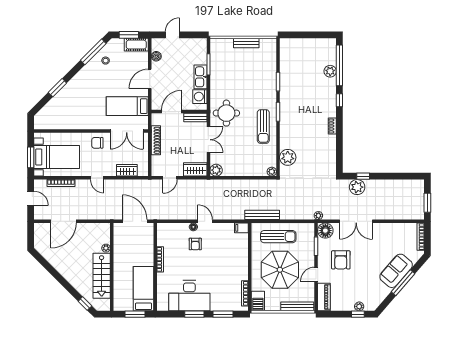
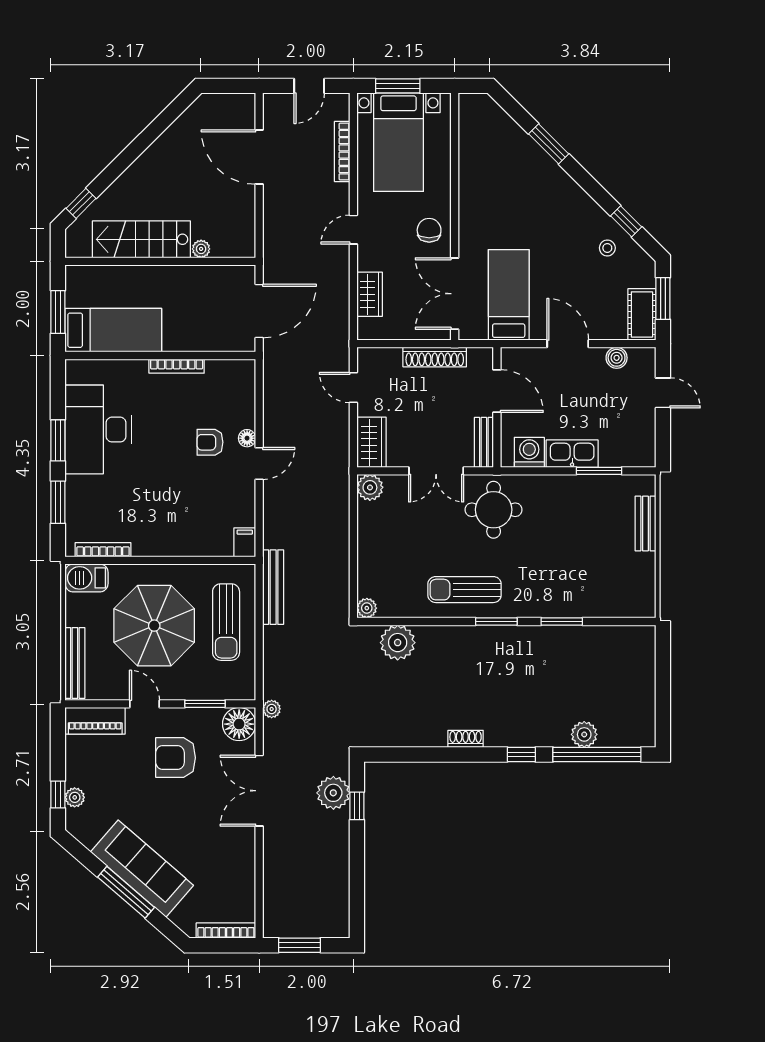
bench: (246, 43) -> (645, 523), moved
window: (93, 52) -> (626, 221), width x0.46
sofa: (396, 271) -> (142, 869), width x1.36

